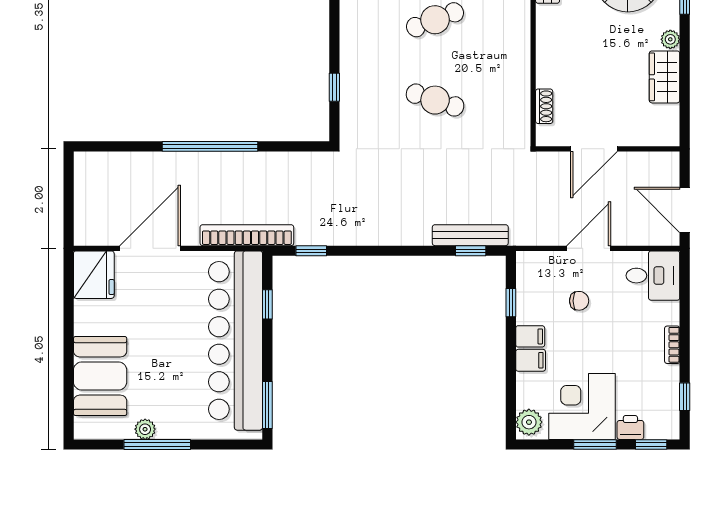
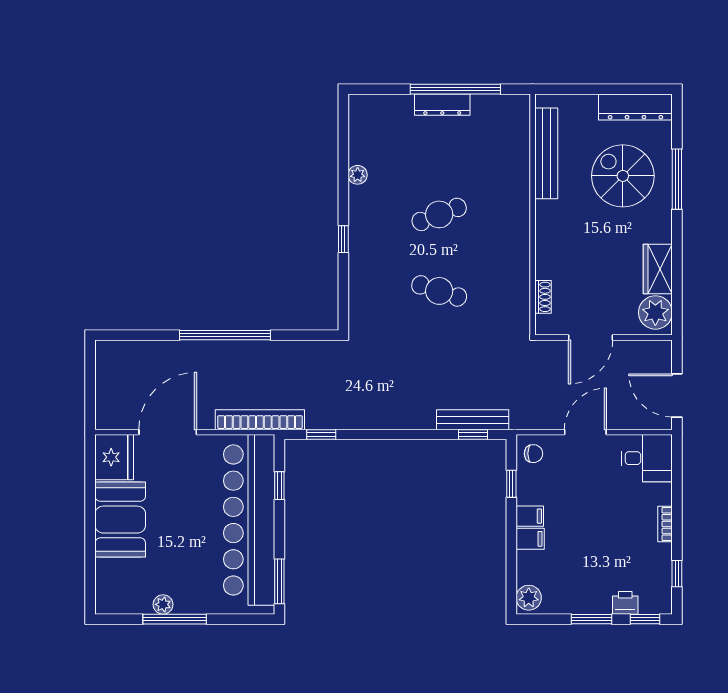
plant: (670, 39) -> (655, 312), moved, width x1.88, depth x1.88
window: (334, 87) -> (343, 239), moved
chair: (579, 301) -> (534, 454), moved
booth: (100, 376) -> (120, 520), moved
corner desk: (582, 406) -> (579, 583), removed

